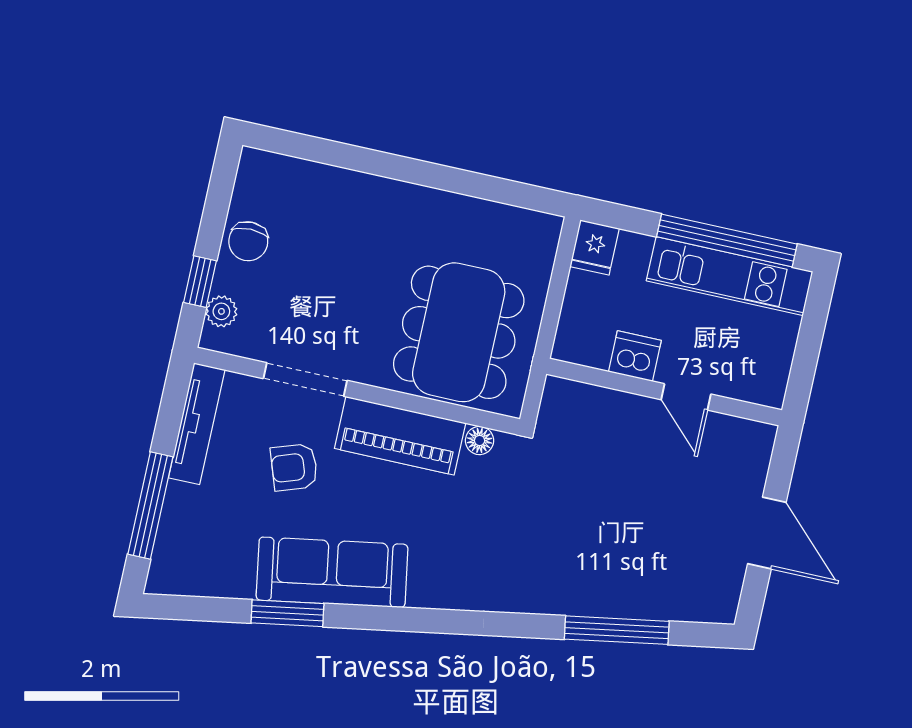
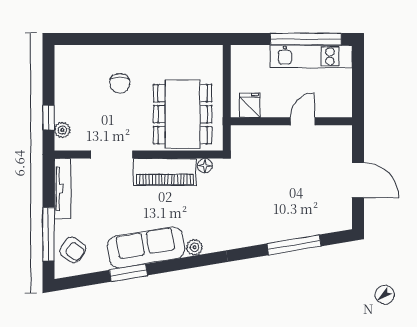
chair: (248, 241) -> (120, 83), moved
fridge: (595, 248) -> (250, 105), moved, turned 180
dishwasher: (635, 356) -> (273, 107), removed
door: (686, 397) -> (303, 121), swing flipped
armchair: (294, 467) -> (73, 250), moved, turned -125
plant: (425, 593) -> (194, 247), added

